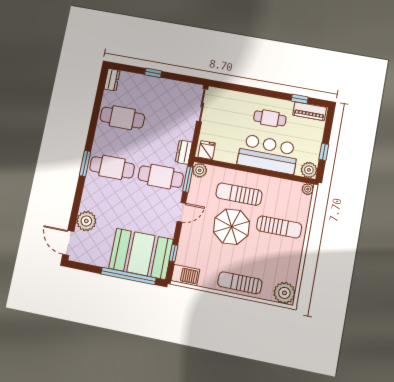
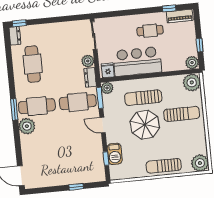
window: (153, 73) -> (19, 23), moved
cafe table: (122, 118) -> (33, 64), turned 90
plant: (187, 132) -> (88, 61), added
bar counter: (268, 154) -> (137, 62), moved
plant: (308, 189) -> (192, 82), width x1.87, depth x1.87
door: (181, 212) -> (103, 125), swing flipped
plant: (86, 221) -> (27, 126), moved
booth: (141, 254) -> (81, 167), removed
barbecue: (185, 275) -> (115, 154), moved, turned 90
window: (128, 276) -> (76, 187), width x0.32

